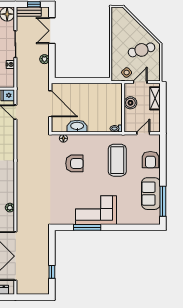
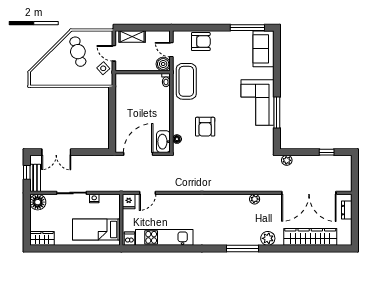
plant: (44, 59) -> (287, 160), moved
boiler: (130, 103) -> (163, 64), moved
washbasin: (77, 126) -> (163, 142), moved
coffee table: (117, 160) -> (186, 81), moved, turned 90
armchair: (74, 163) -> (205, 127), turned 180
sofa: (151, 194) -> (263, 49), moved, turned 90

